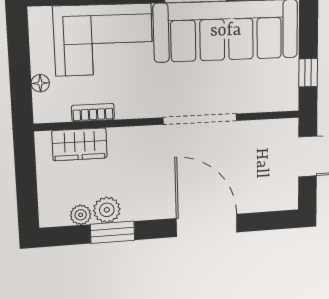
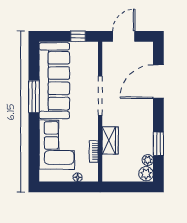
wardrobe: (80, 144) -> (110, 141), moved
plant: (107, 210) -> (146, 174), moved
door: (207, 225) -> (158, 82), moved

